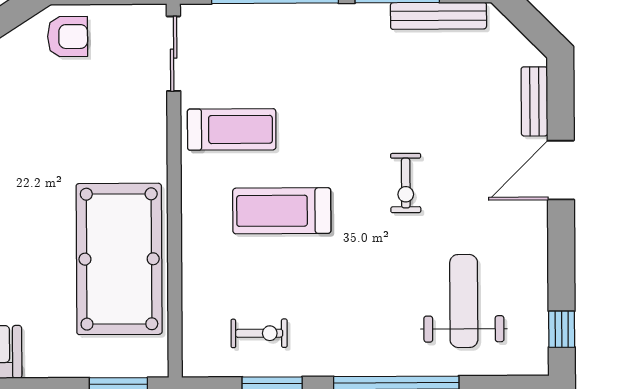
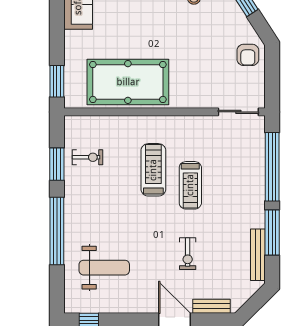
treadmill: (232, 129) -> (190, 185), moved
exercise bike: (406, 183) -> (188, 254), moved, turned -90
exercise bike: (259, 333) -> (87, 157), turned -90

